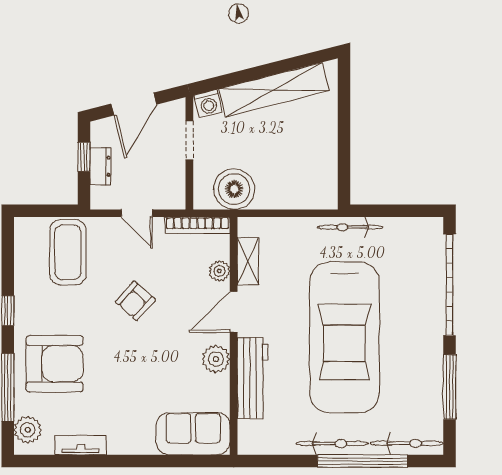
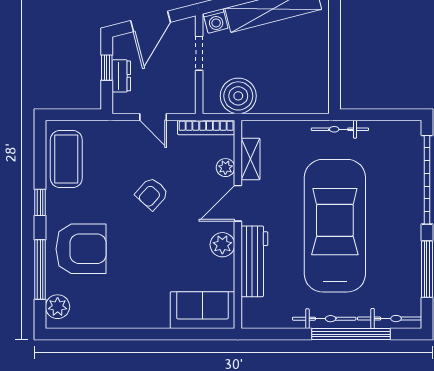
coffee table: (68, 252) -> (66, 159), moved
car: (344, 337) -> (335, 226), turned 180
tv unit: (81, 445) -> (104, 320), removed

